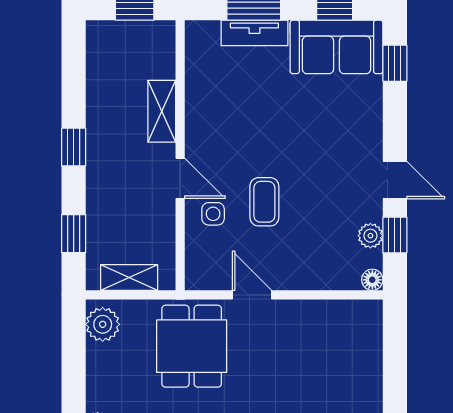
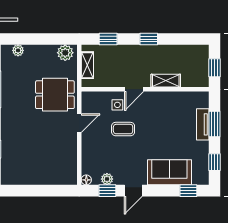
sofa: (337, 47) -> (169, 172), moved, turned 90

